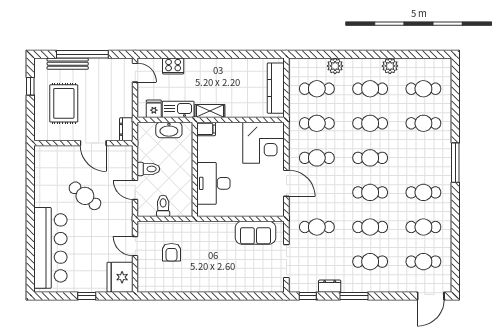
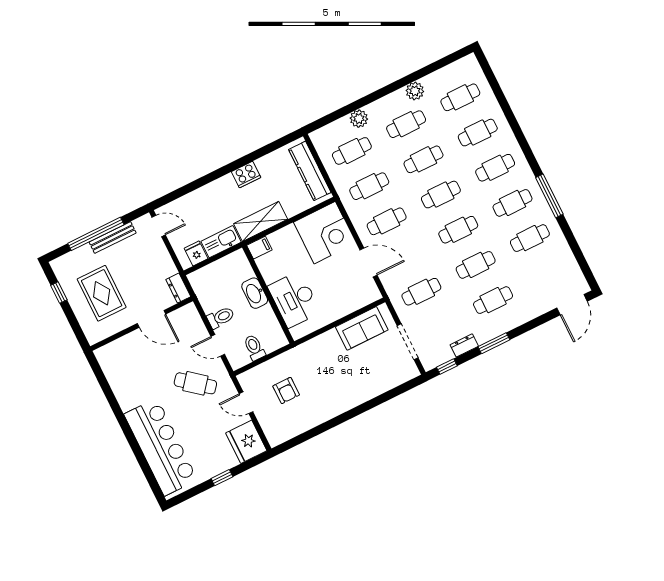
bench: (68, 64) -> (113, 237), moved
cooker: (173, 66) -> (246, 175), moved
shelving: (210, 111) -> (261, 221), width x1.50, depth x1.33
washbasin: (169, 130) -> (255, 293), moved, turned 90
window: (455, 163) -> (549, 196), moved
cafe table: (85, 196) -> (195, 383), moved
cafe table: (423, 262) -> (495, 168), moved

